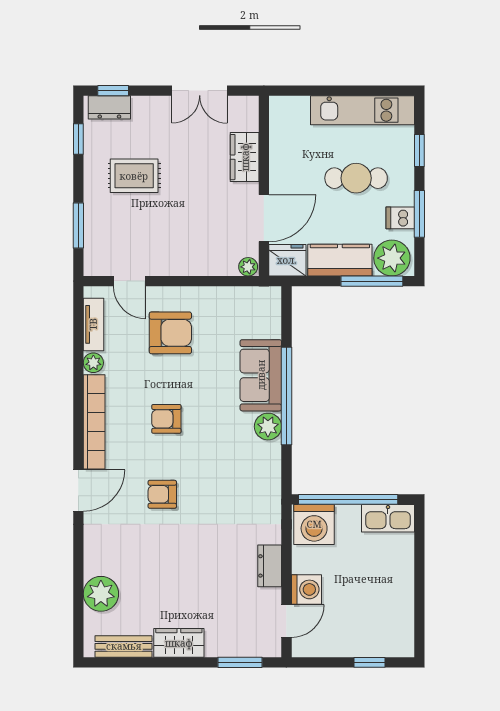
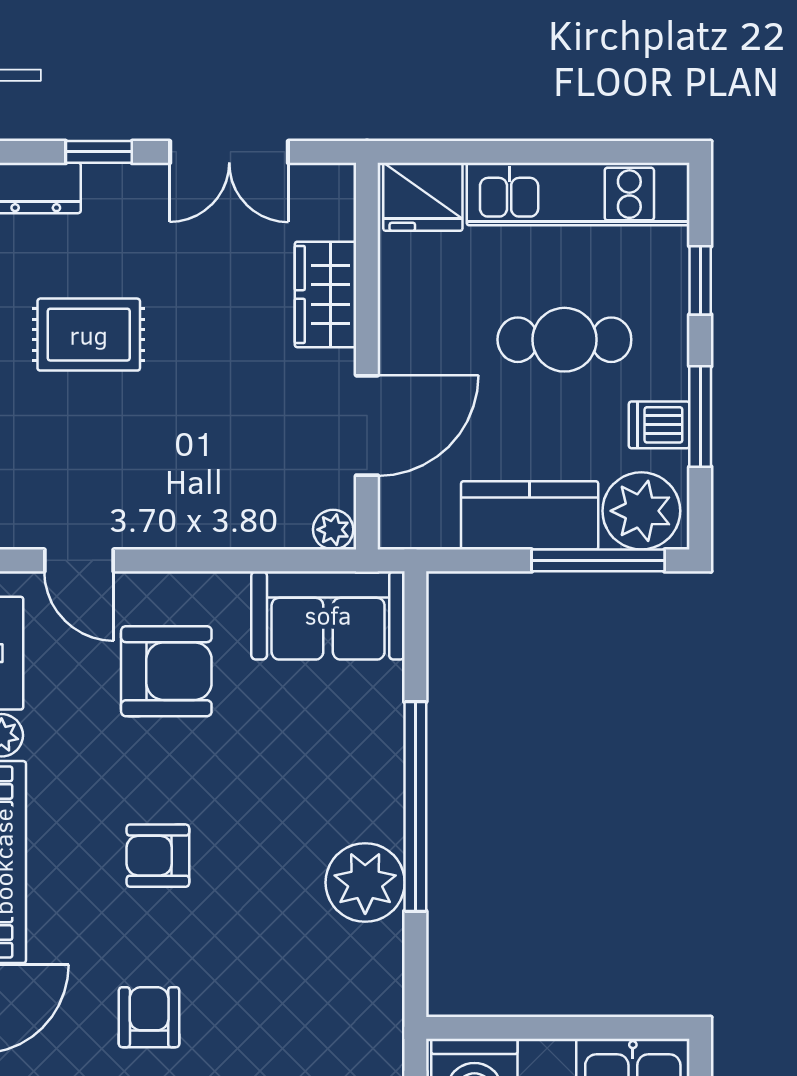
window: (113, 91) -> (99, 152), moved
fridge: (287, 260) -> (423, 197), moved, turned 180
sofa: (261, 375) -> (328, 615), moved, turned -90
plant: (268, 427) -> (365, 883), width x1.36, depth x1.36
armchair: (162, 494) -> (149, 1017), turned 90
window: (348, 499) -> (547, 1028), removed

